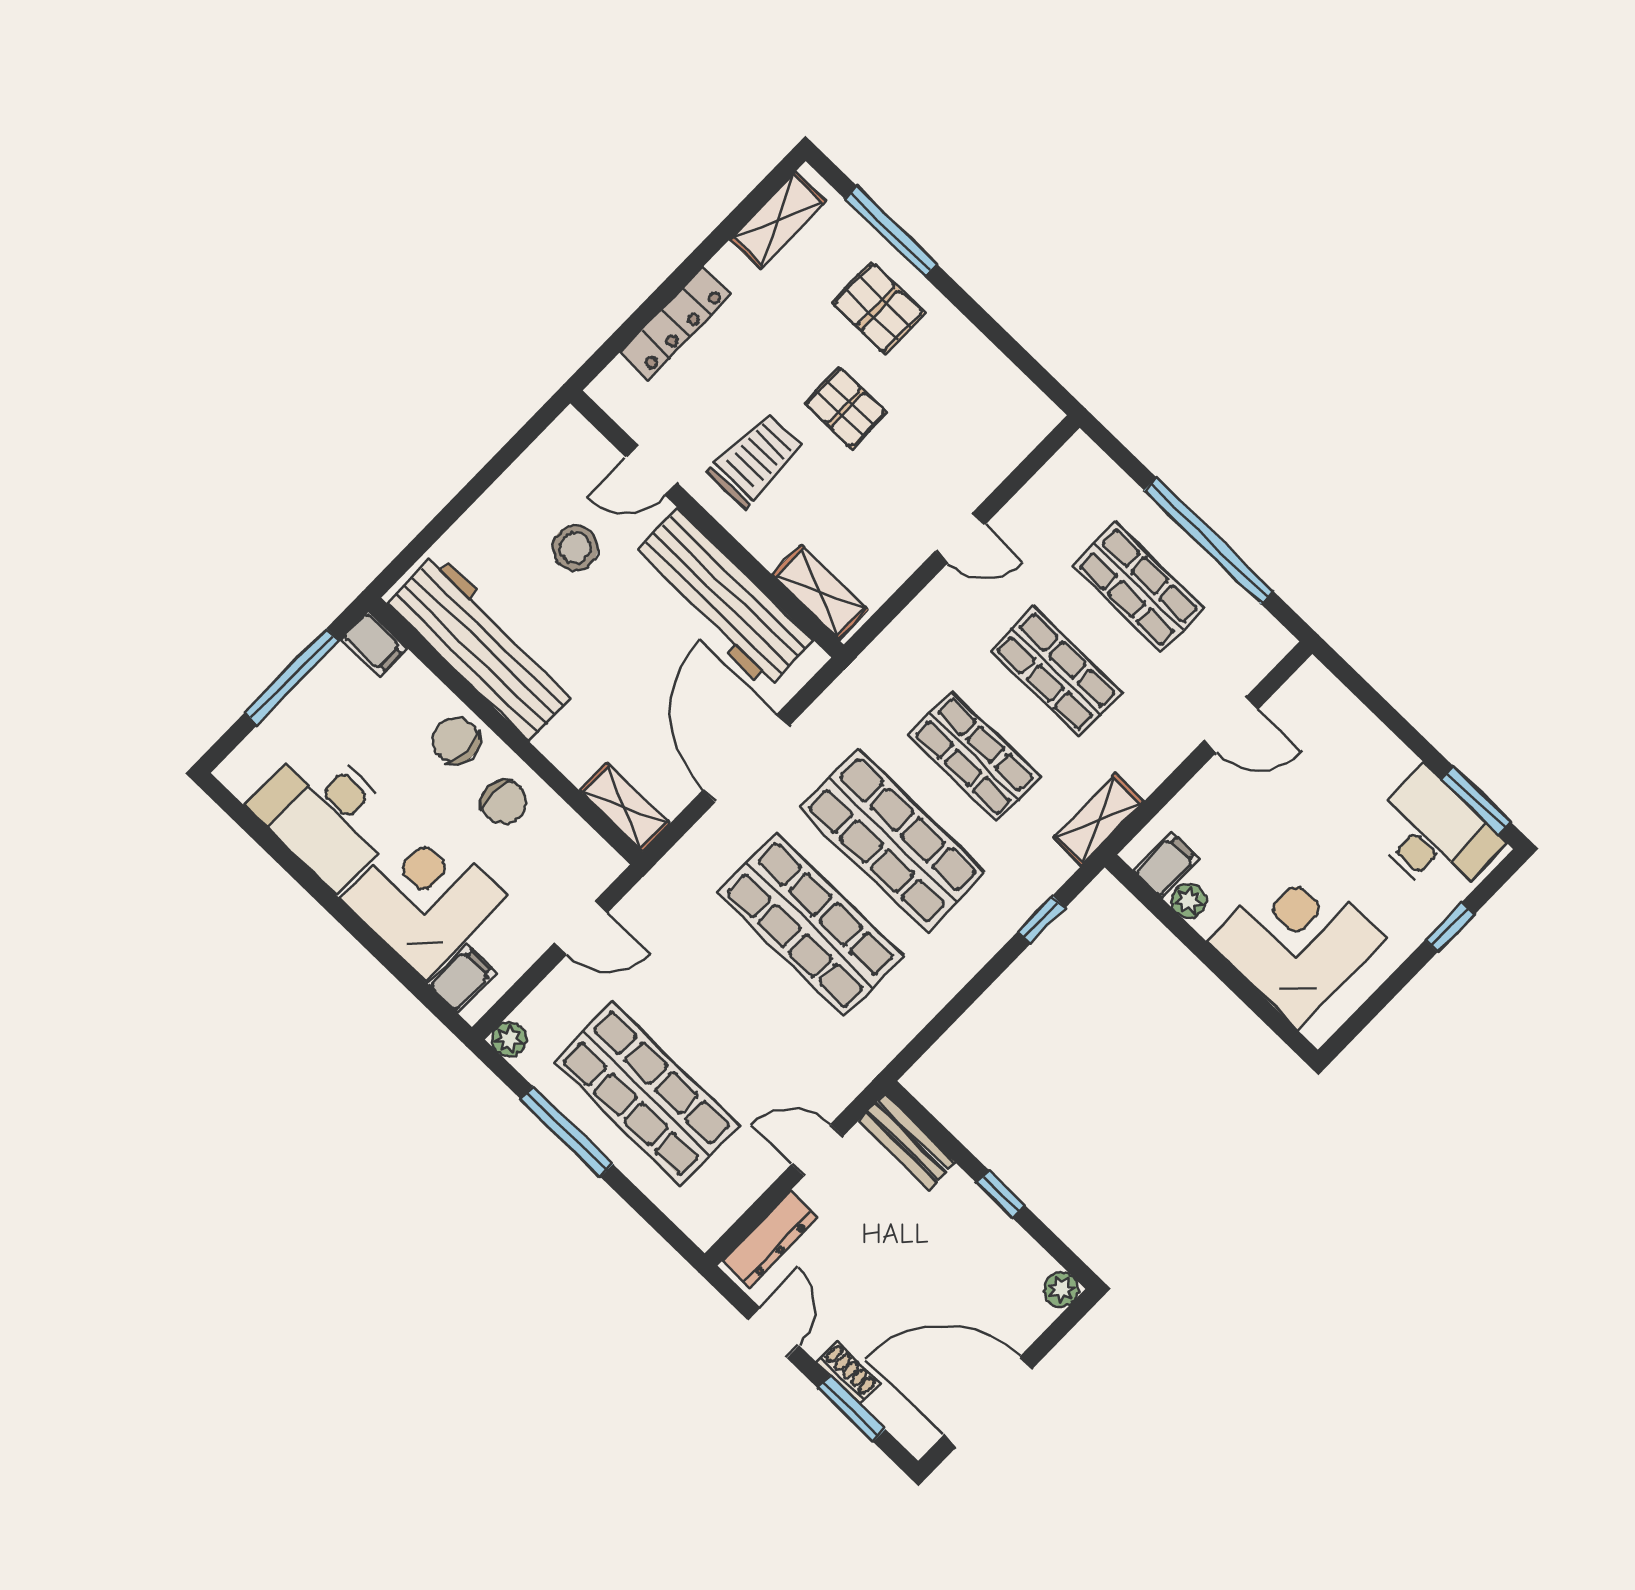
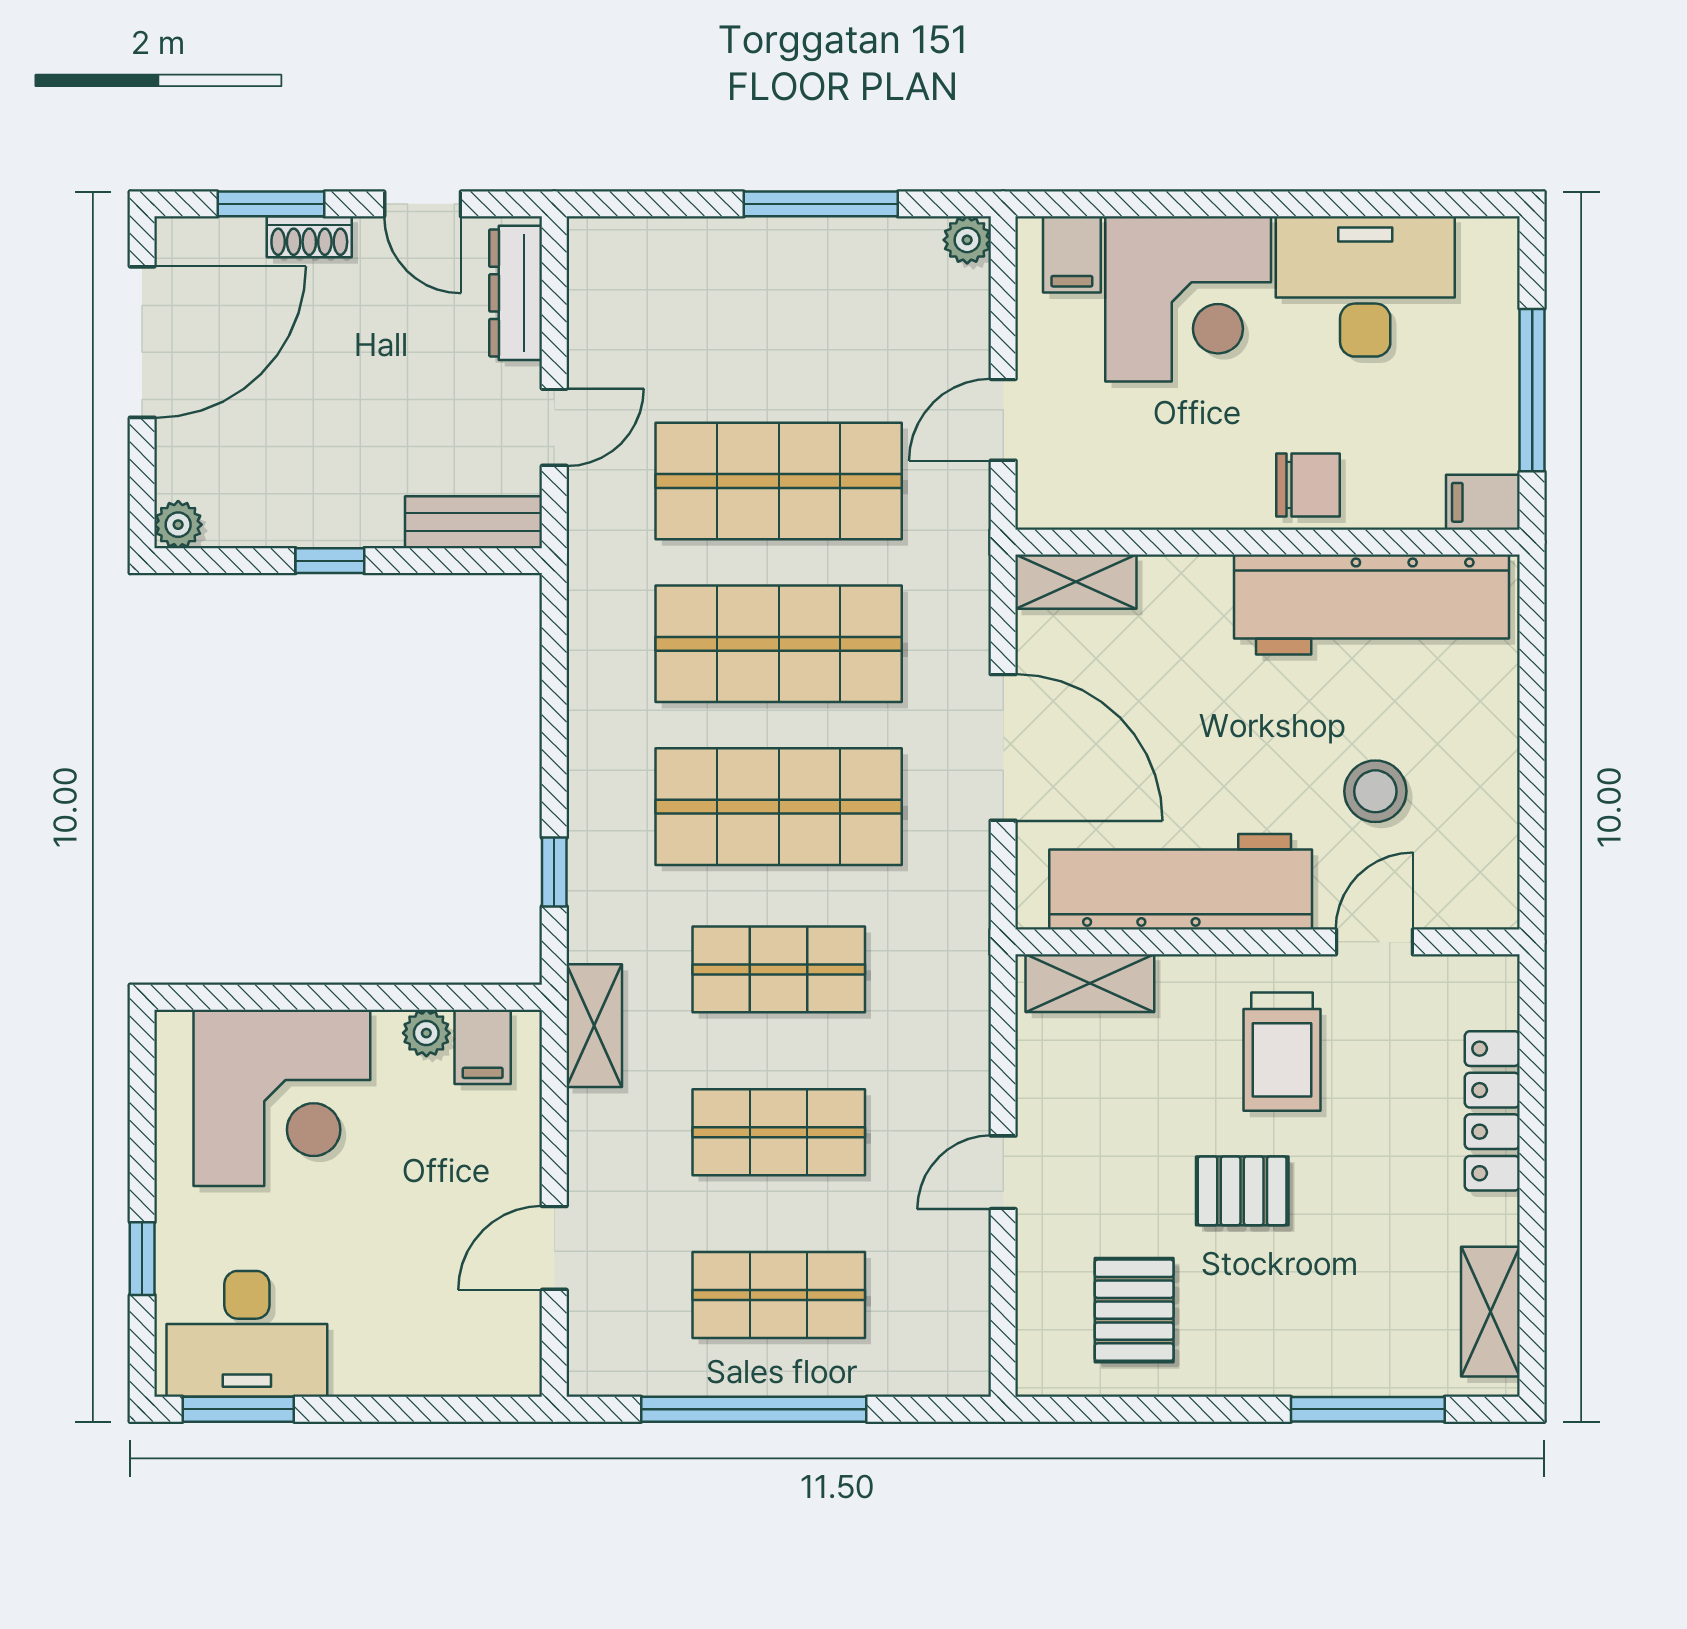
pallet: (878, 308) -> (1134, 1310), moved, turned 90
chair: (504, 802) -> (1201, 470), removed
shop shelf: (646, 1094) -> (779, 481), moved

